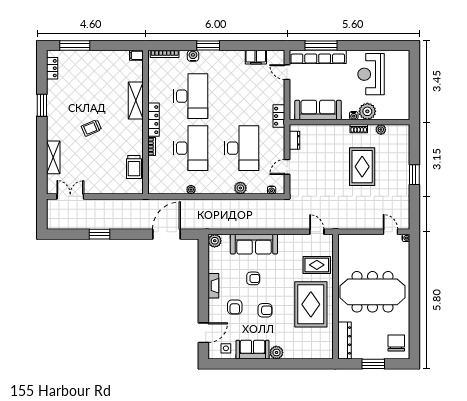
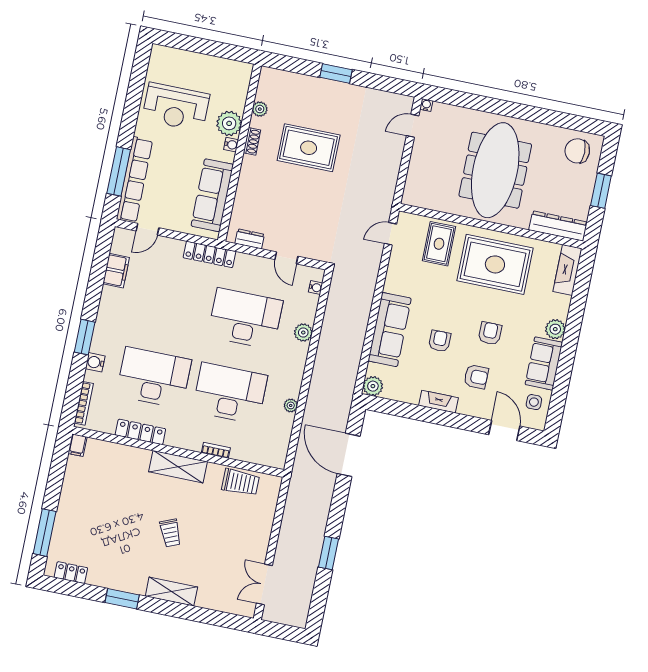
shelving: (136, 100) -> (178, 467), moved
locker: (279, 116) -> (209, 254), width x1.53
locker: (154, 120) -> (140, 432), moved
shelving: (53, 157) -> (171, 592), moved
fireplace: (317, 352) -> (567, 270), added

